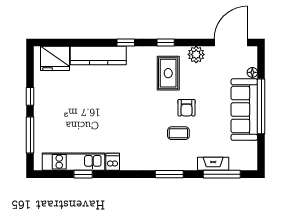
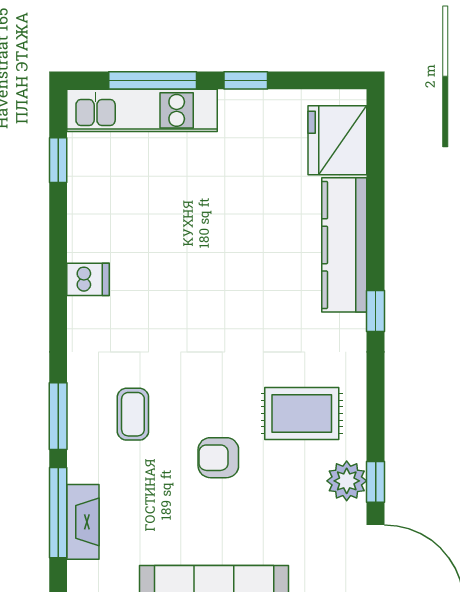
window: (166, 43) -> (376, 482), moved
coffee table: (178, 133) -> (133, 414), moved
kitchen unit: (74, 162) -> (142, 110), moved, turned 90
window: (83, 174) -> (58, 160), moved
window: (222, 174) -> (58, 513), moved

